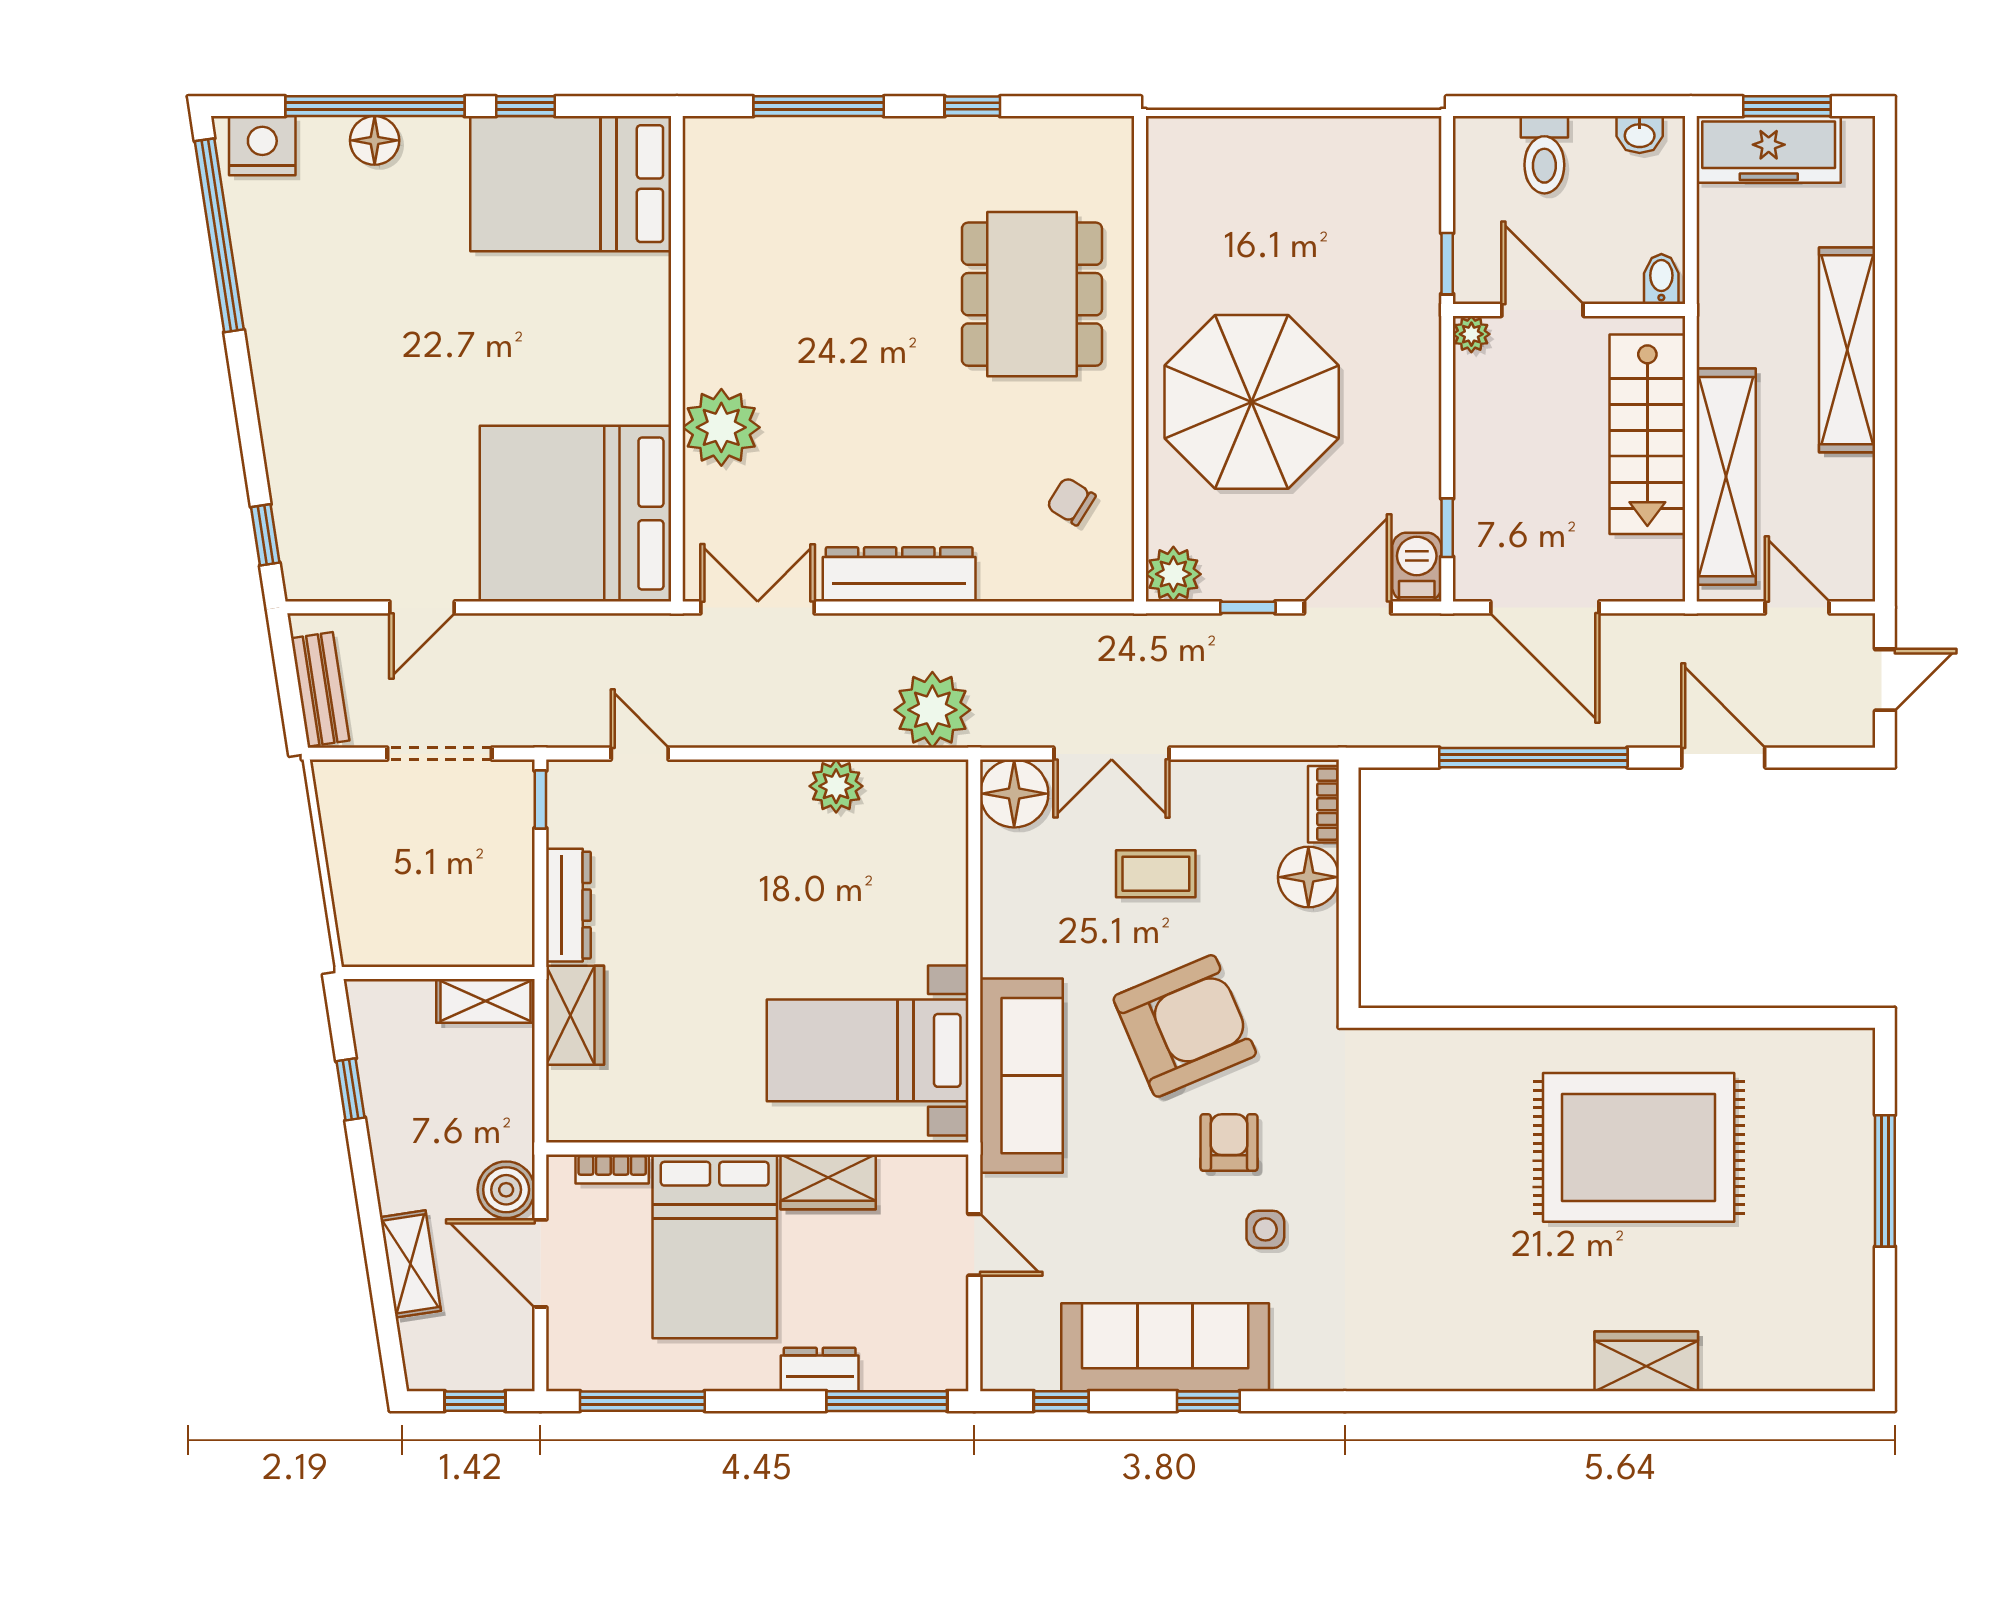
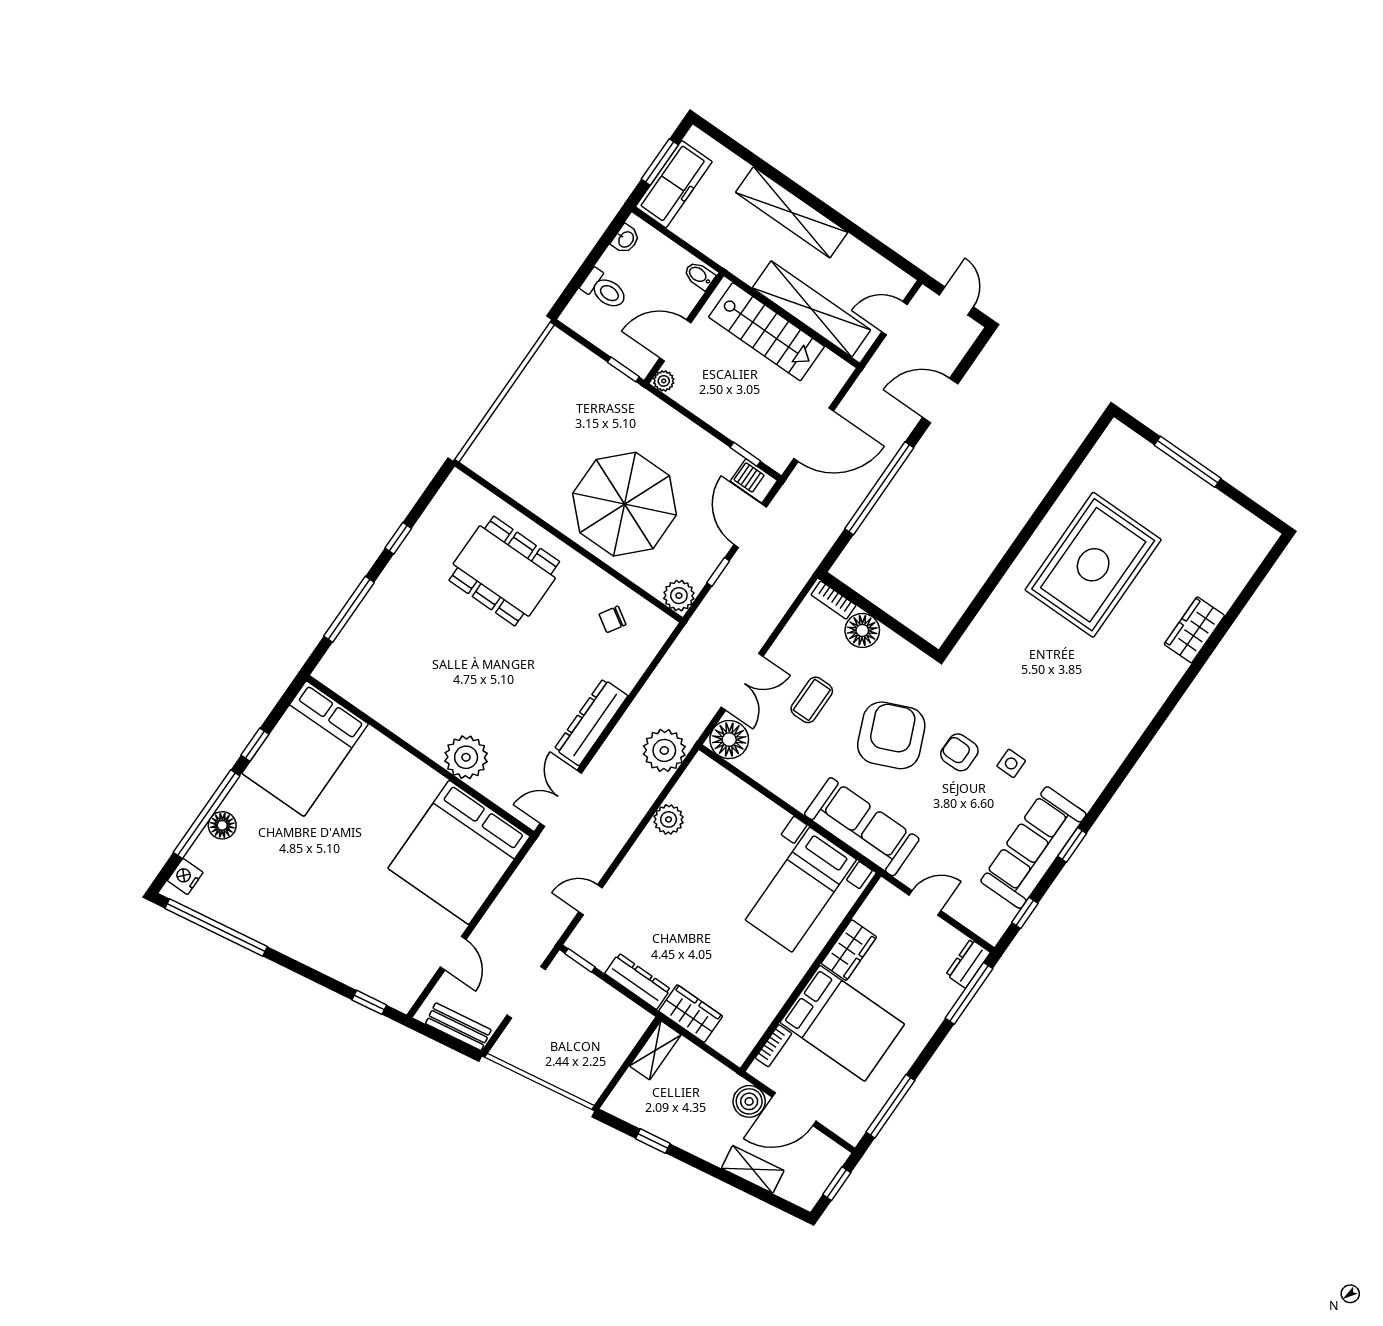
nightstand: (262, 146) -> (185, 877), width x0.74, depth x0.75
dresser: (820, 1369) -> (968, 964), moved

